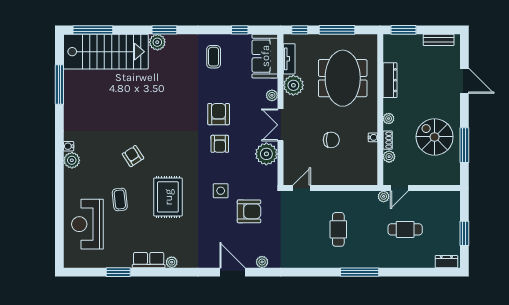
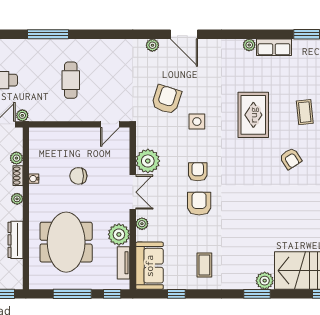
armchair: (219, 114) -> (199, 204), turned 180
armchair: (249, 211) -> (166, 99), turned 108

